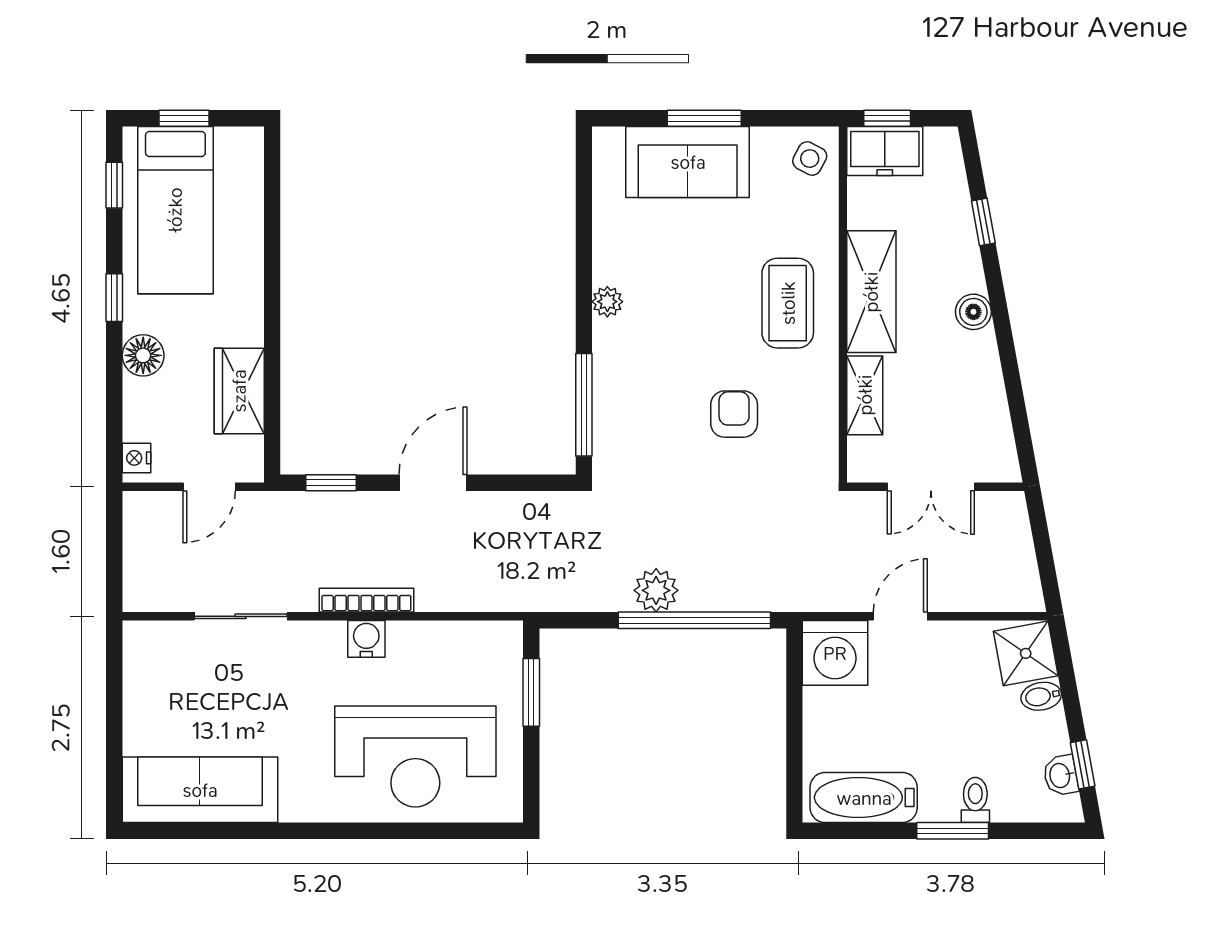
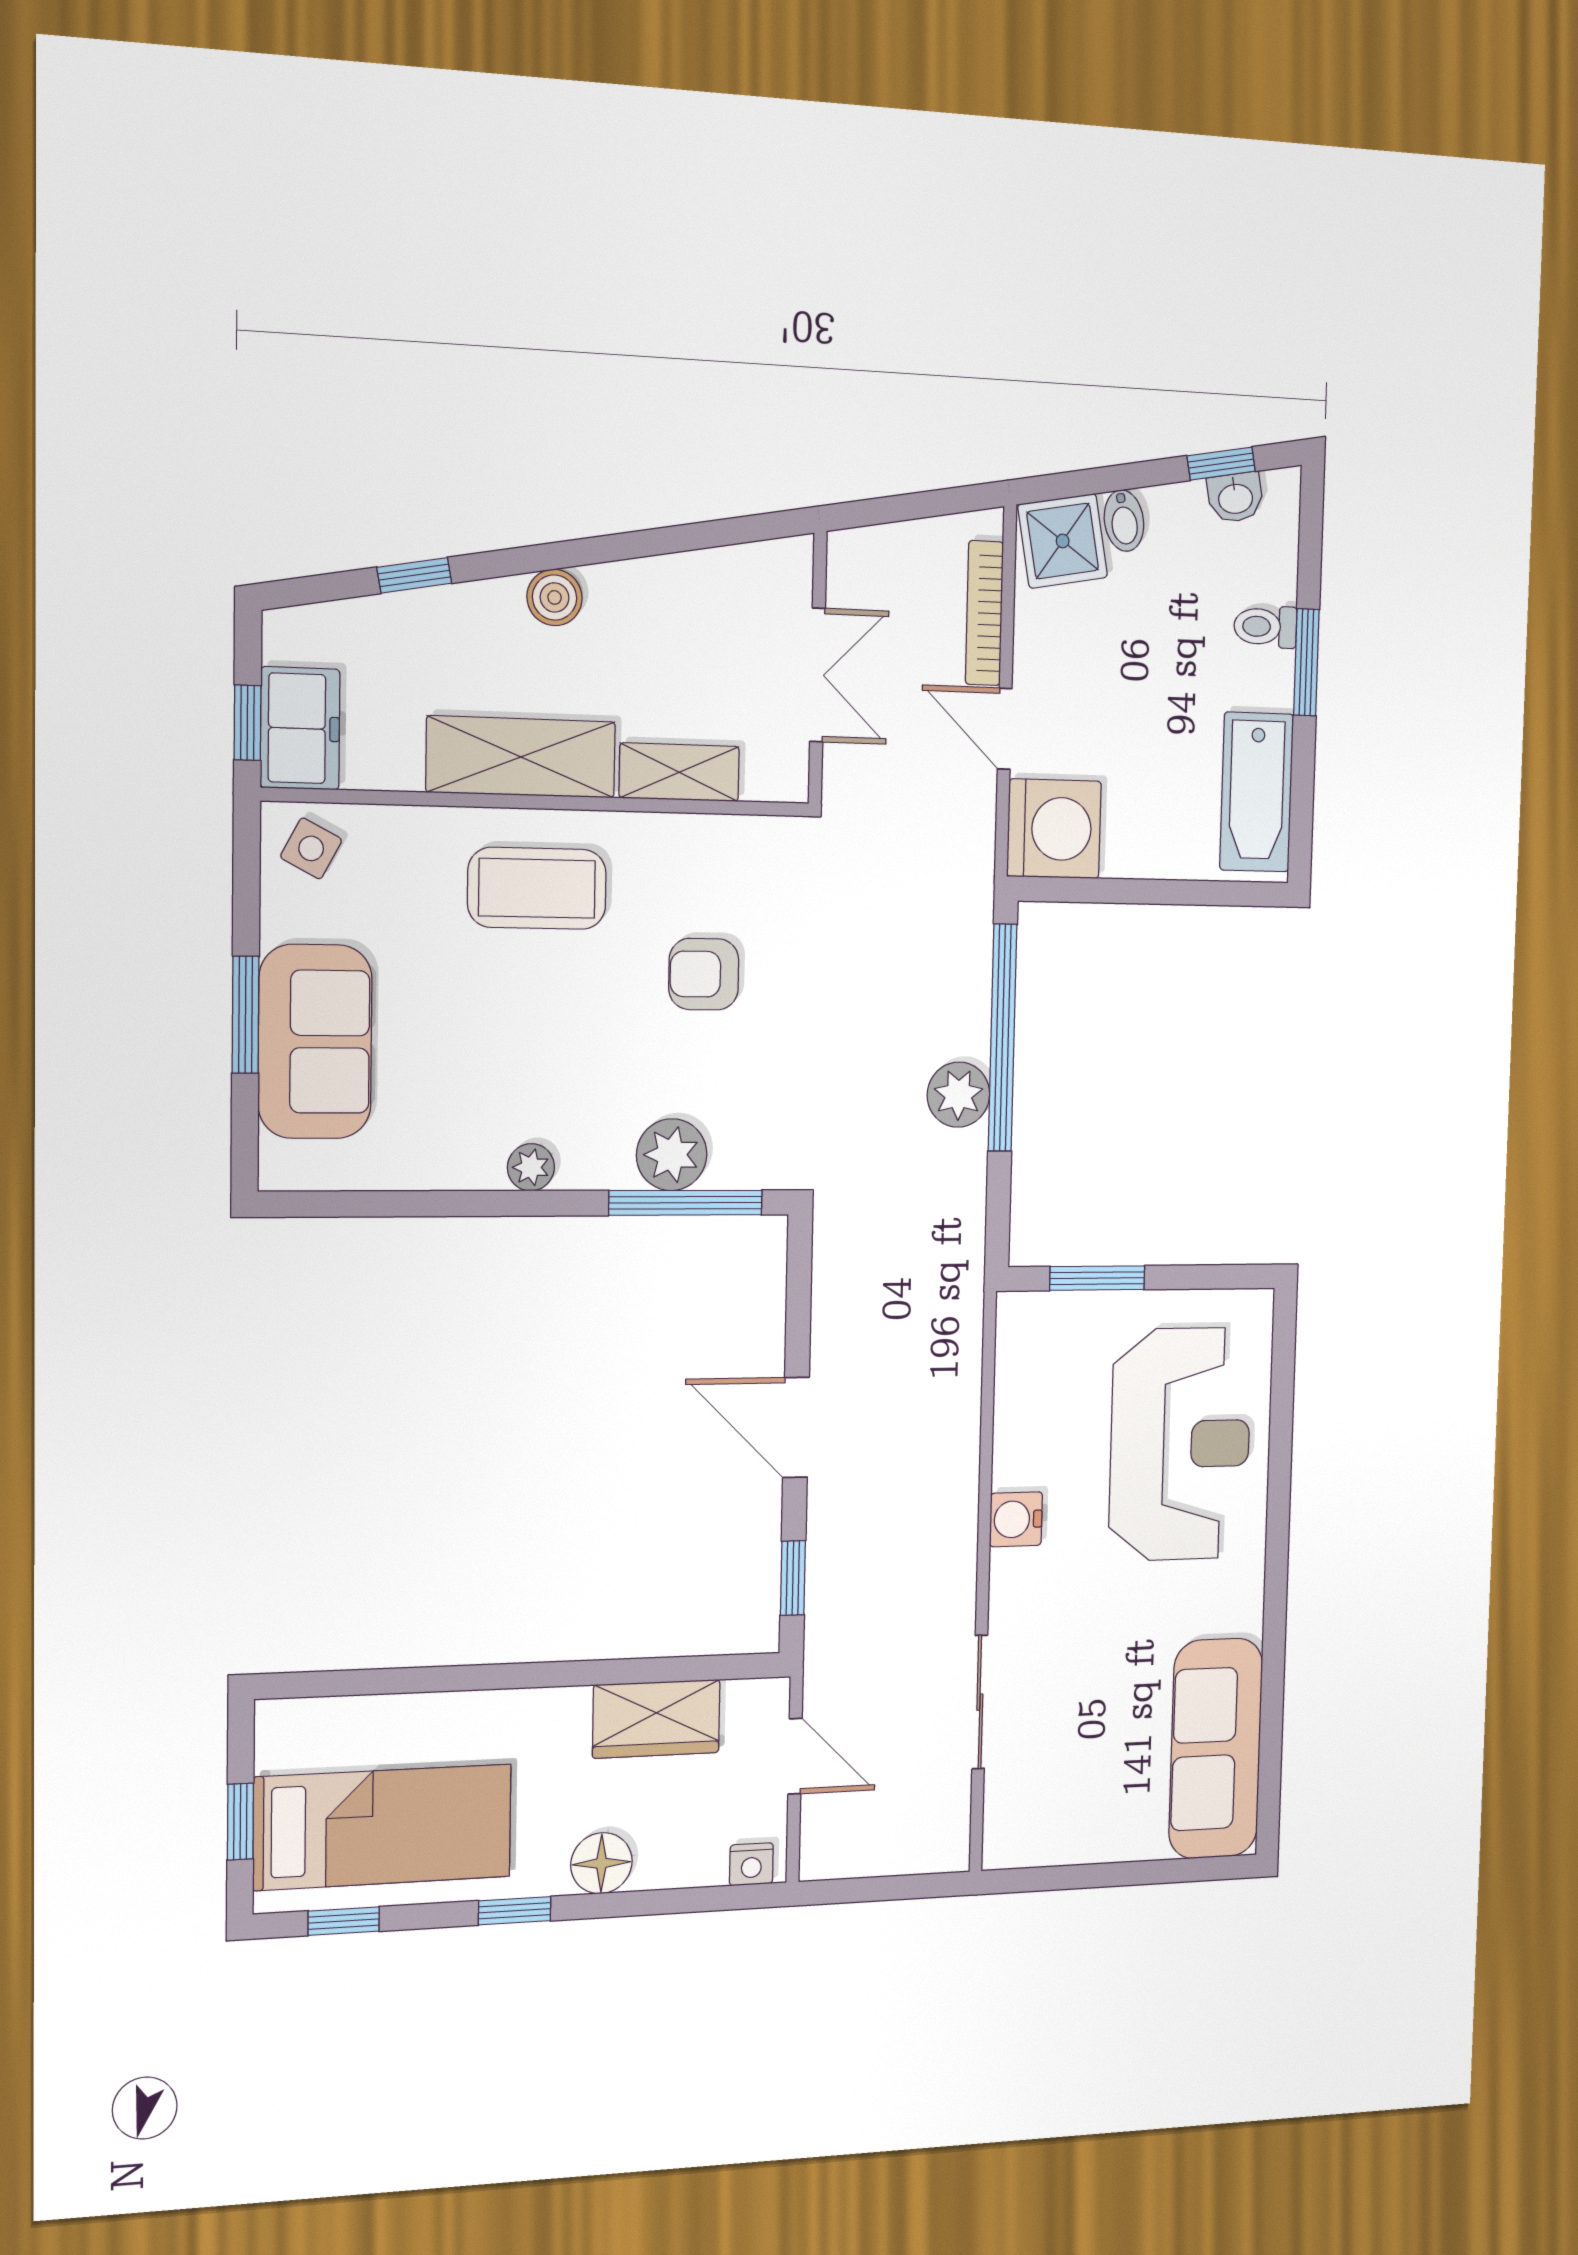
plant: (616, 395) -> (672, 1155), added
bookcase: (366, 600) -> (984, 613), moved

